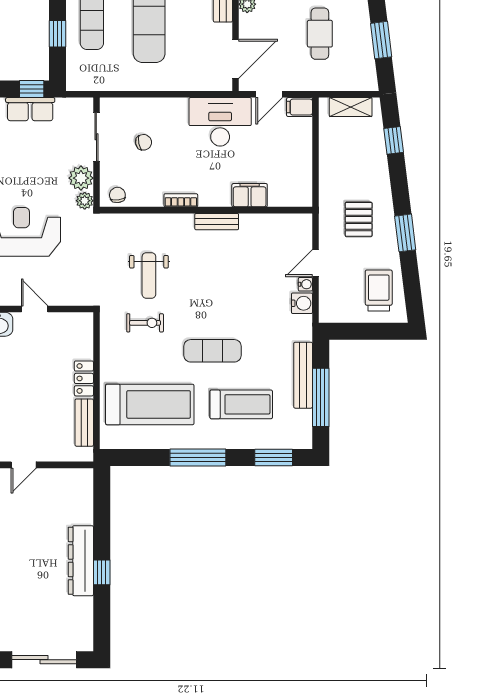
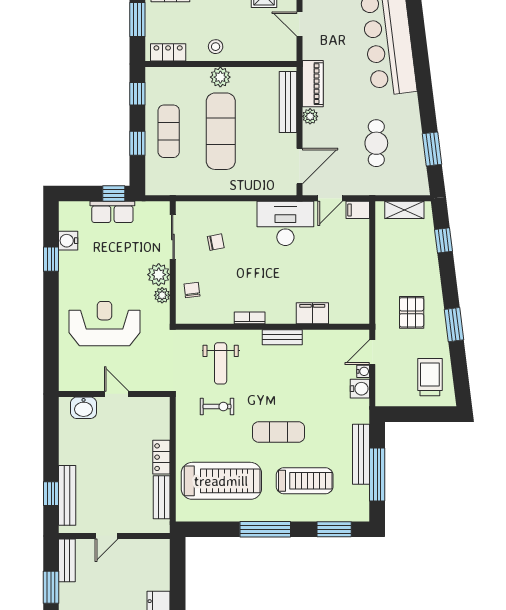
filing cabinet: (250, 195) -> (312, 313), moved
bookcase: (181, 200) -> (250, 318), moved
wall: (206, 210) -> (273, 327), moved
bench: (217, 222) -> (282, 337), moved

